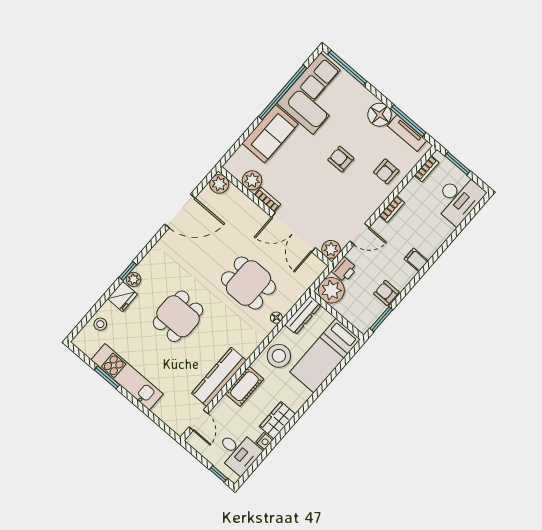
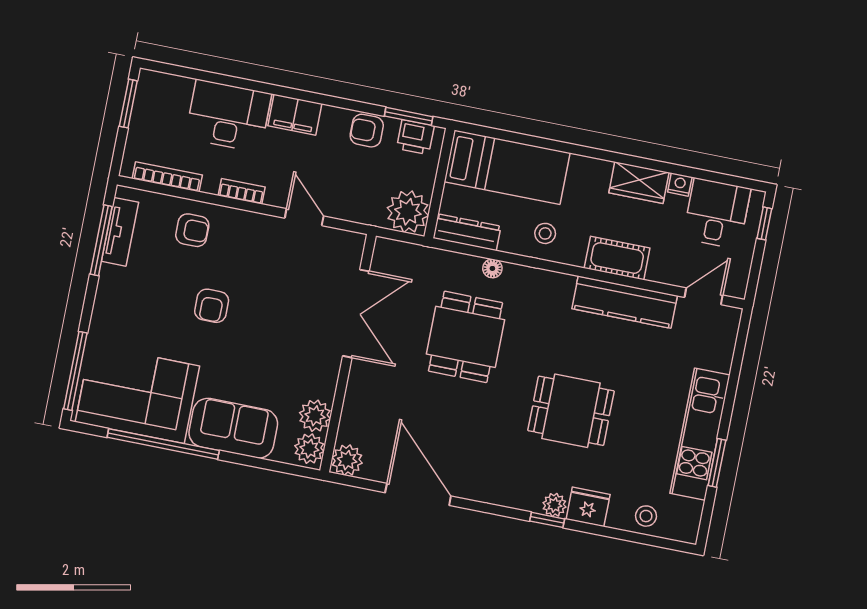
floor lamp: (380, 115) -> (116, 286), removed
window: (458, 163) -> (128, 104), moved
bookcase: (427, 169) -> (167, 177), width x1.56
desk: (458, 198) -> (228, 116), moved
bookcase: (267, 200) -> (330, 378), removed
plant: (331, 249) -> (309, 449), moved
filing cabinet: (416, 260) -> (295, 115), width x2.00
printer: (344, 270) -> (415, 137), moved, turned 180
armchair: (386, 293) -> (367, 131), turned 90
stool: (279, 356) -> (545, 233), width x0.53, depth x0.53

